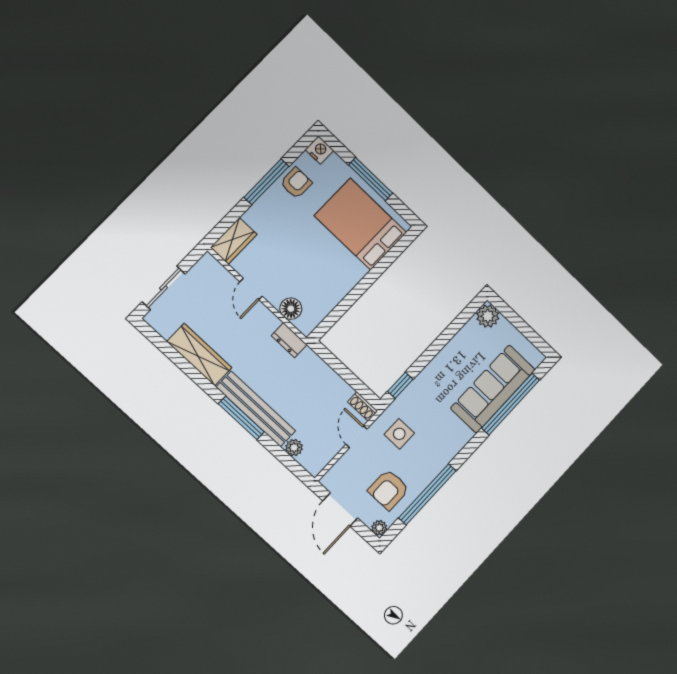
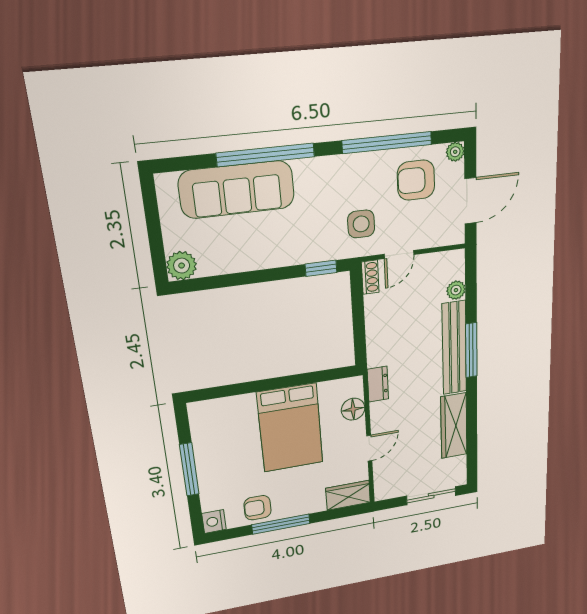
bed: (360, 224) -> (290, 428), moved
window: (511, 404) -> (266, 155), moved
armchair: (389, 490) -> (416, 180), turned 180

